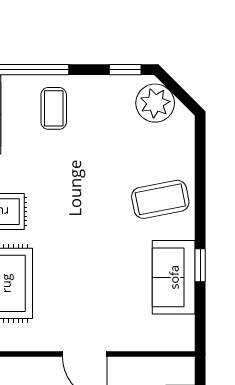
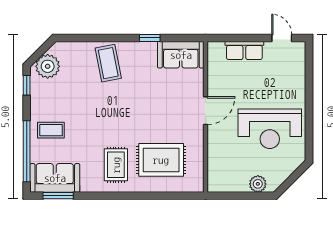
sofa: (174, 277) -> (181, 55), moved

